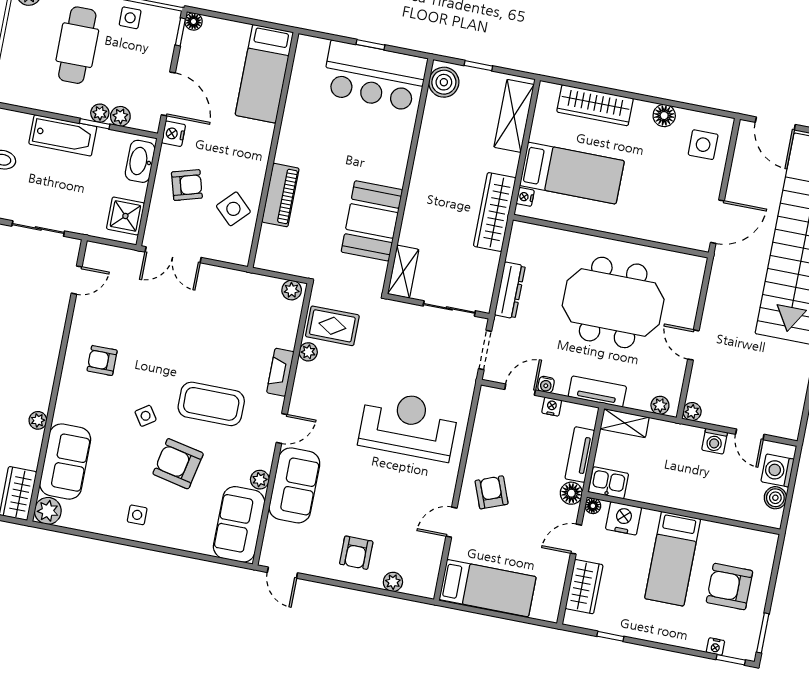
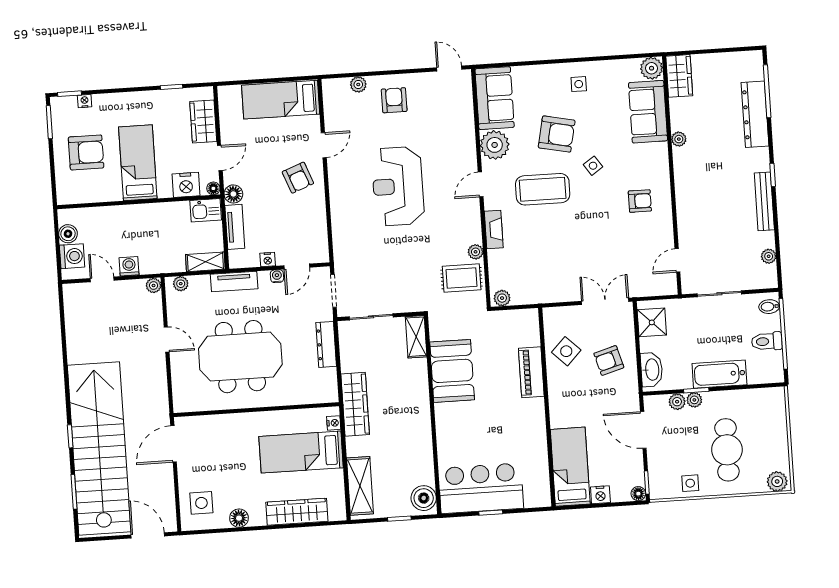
nightstand: (173, 134) -> (600, 495), moved, turned 90
reception desk: (408, 425) -> (398, 186), moved, turned 90
plant: (260, 480) -> (495, 145), width x1.87, depth x1.87
sofa: (294, 485) -> (458, 141), removed

